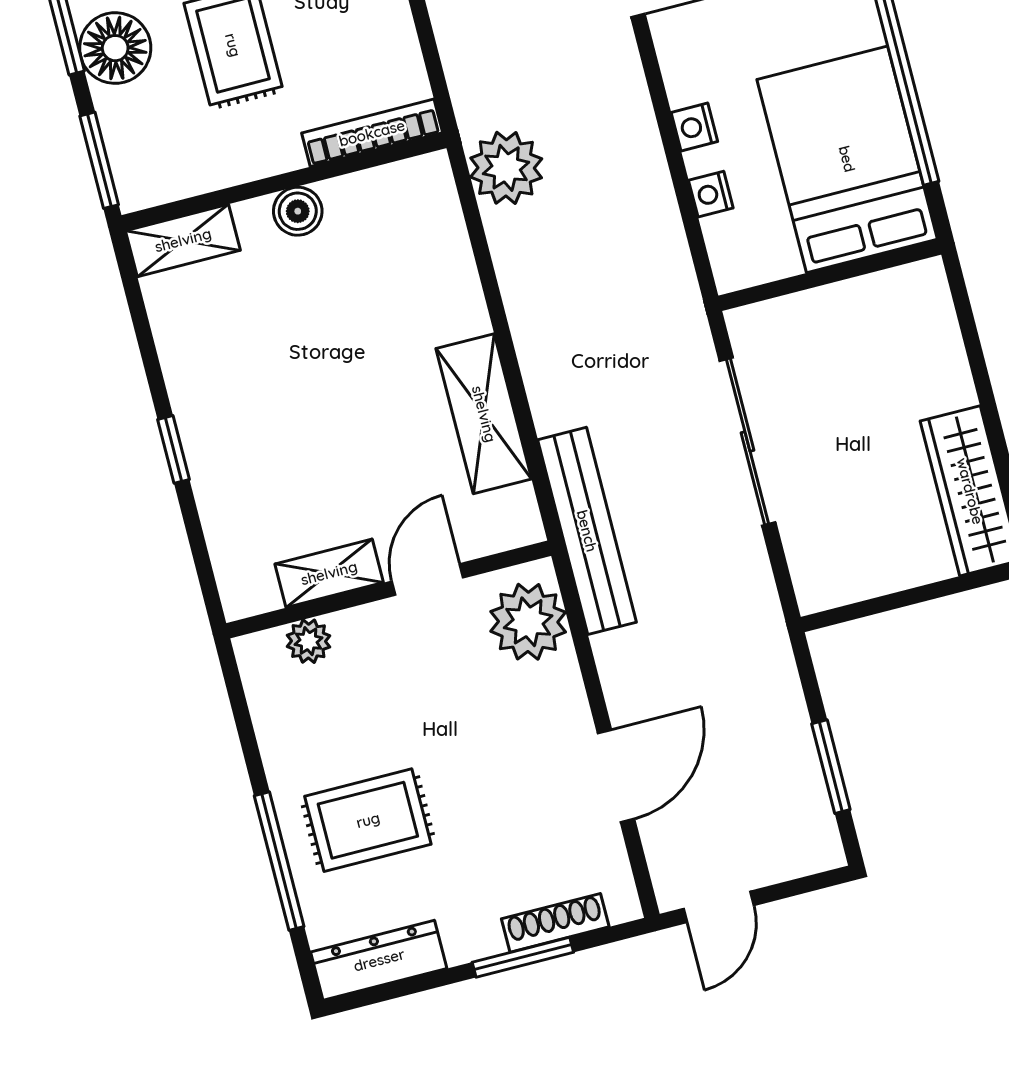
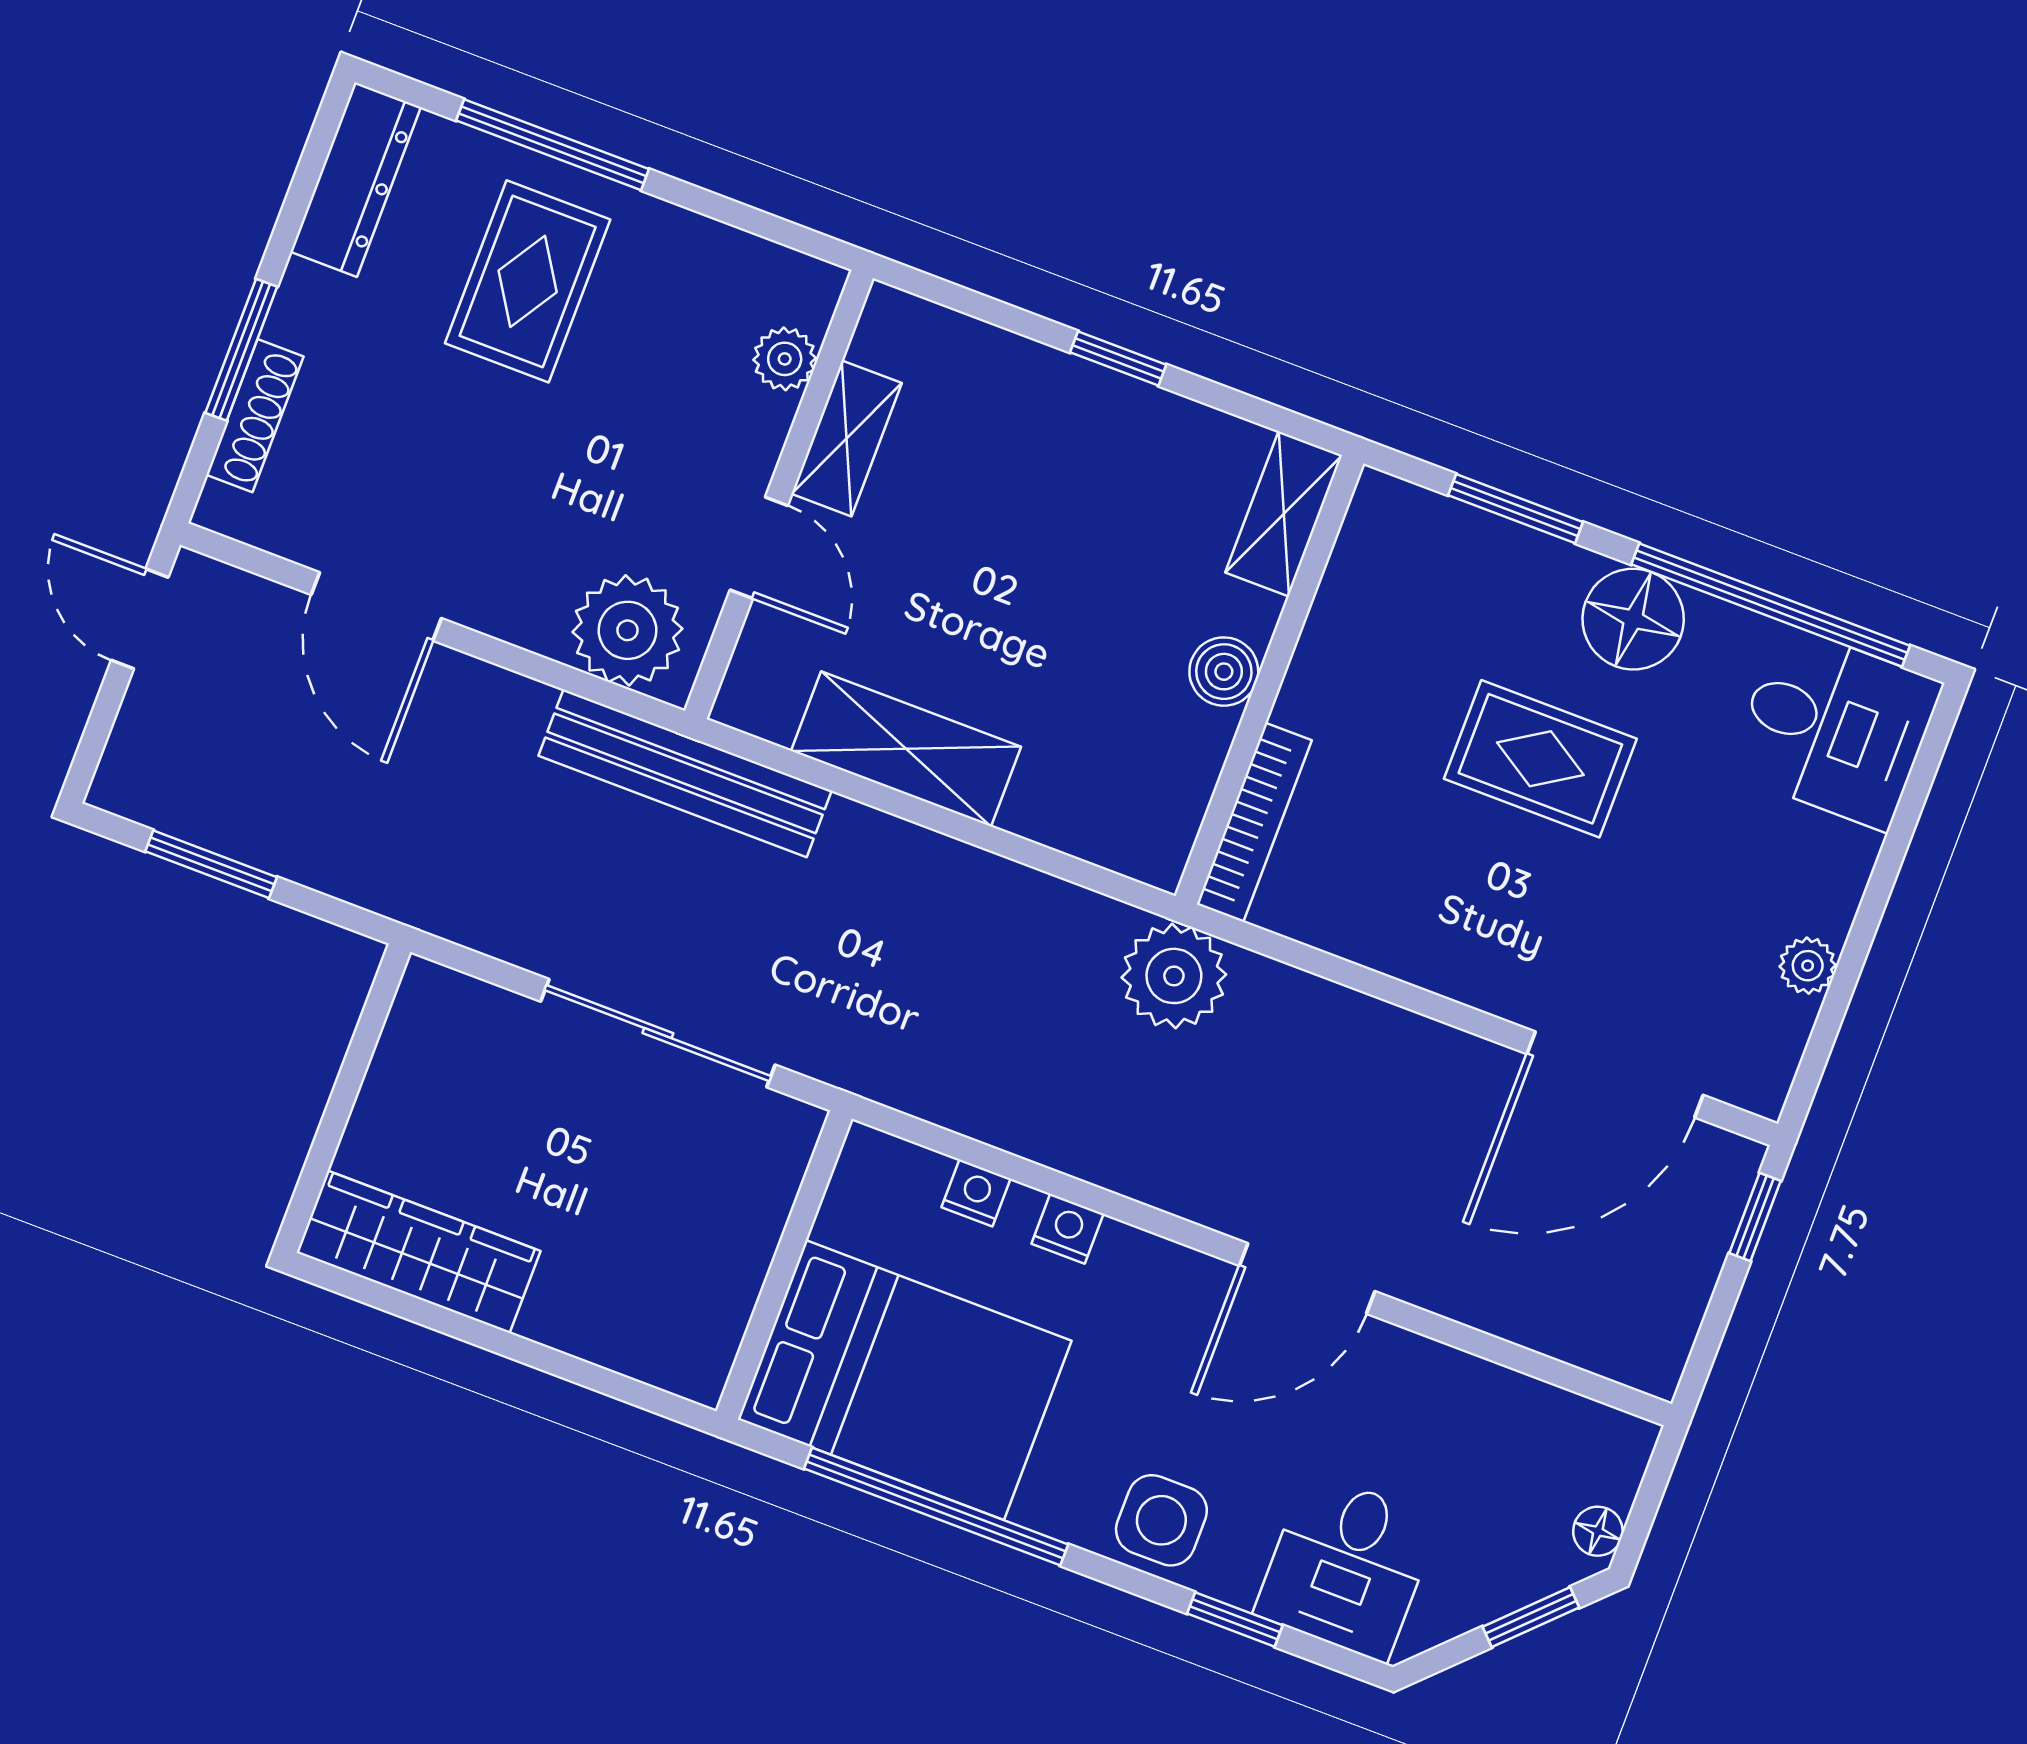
bookcase: (372, 133) -> (1254, 822), moved
wall: (284, 182) -> (1269, 680), moved
boiler: (298, 211) -> (1224, 672), moved
shelving: (183, 240) -> (1284, 514), moved

